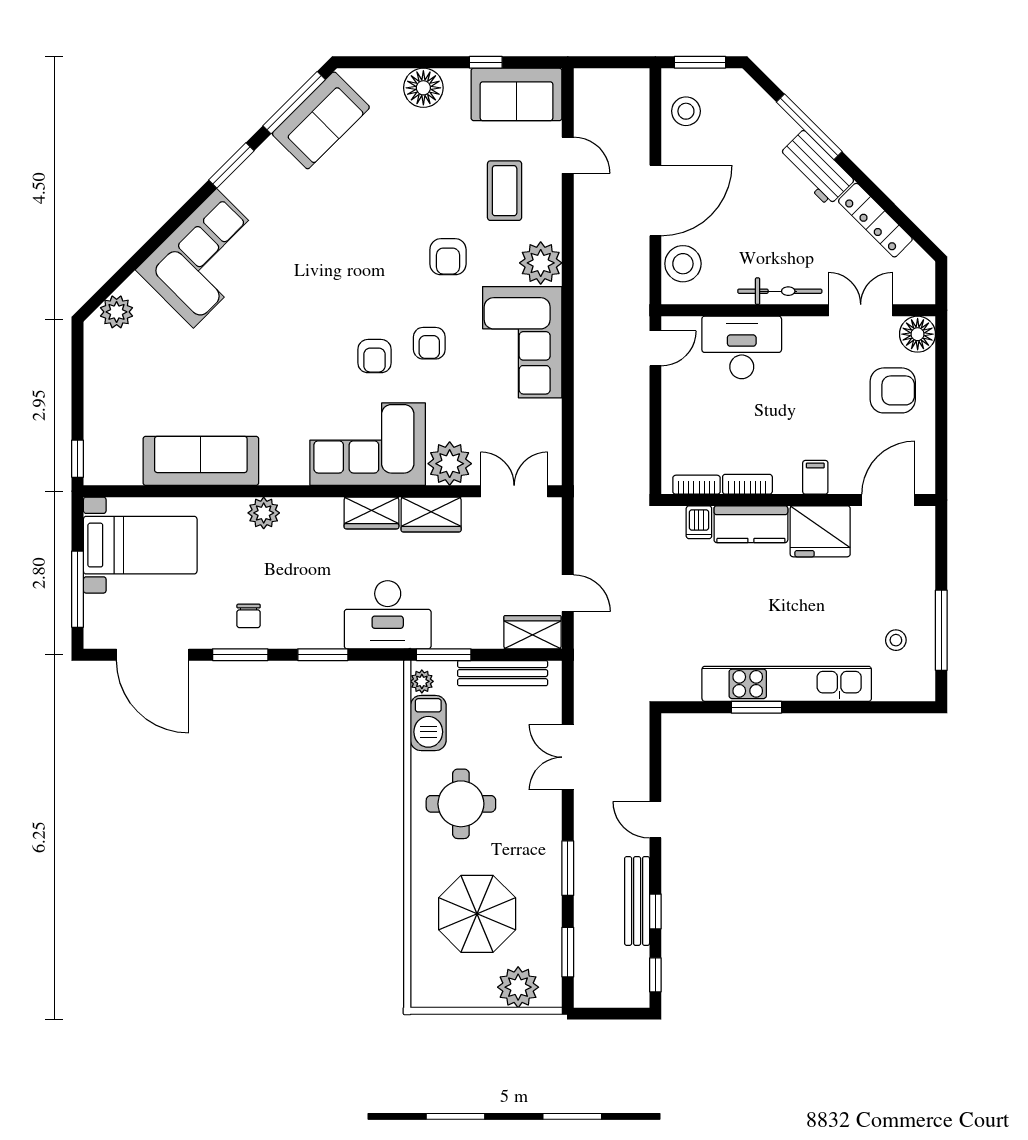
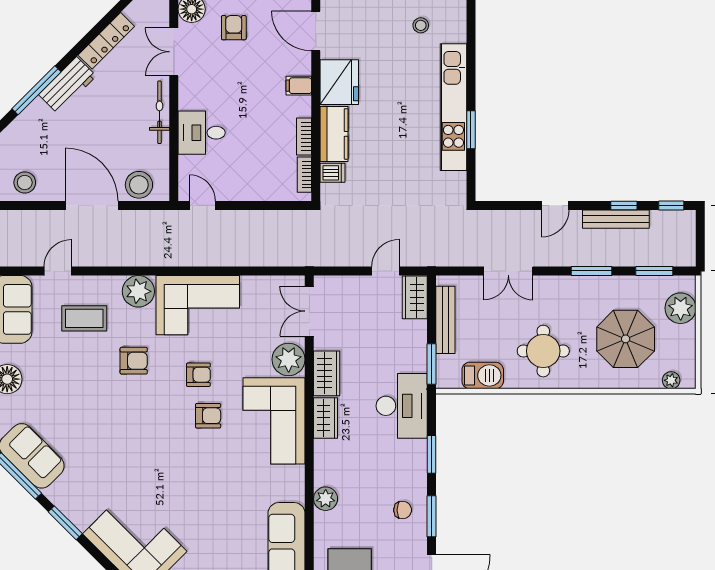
desk: (742, 347) -> (202, 133), width x0.73
armchair: (893, 390) -> (234, 28), width x0.72, depth x0.72
plant: (422, 681) -> (671, 380), moved

